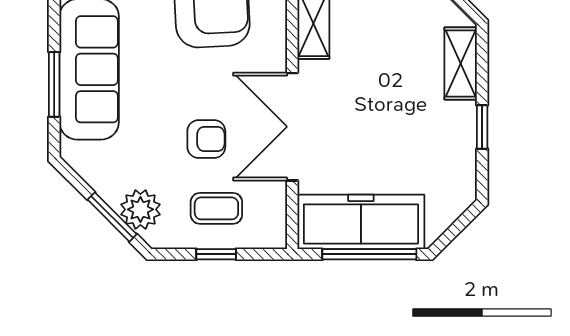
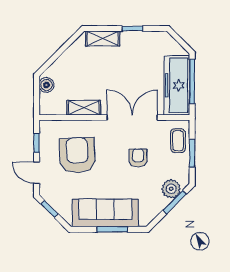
double door: (292, 127) -> (132, 118), swing flipped
coffee table: (216, 208) -> (178, 141), moved
window: (216, 254) -> (192, 153), width x1.50

